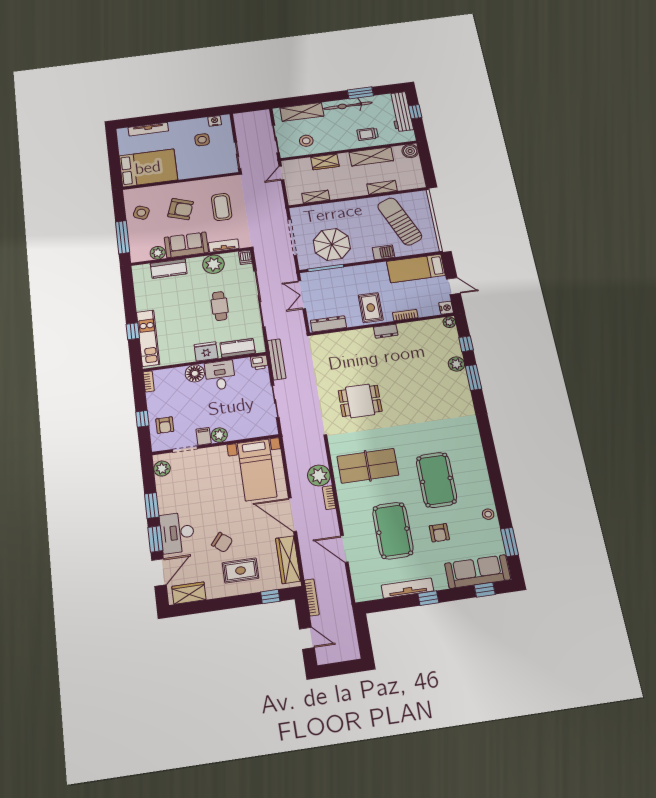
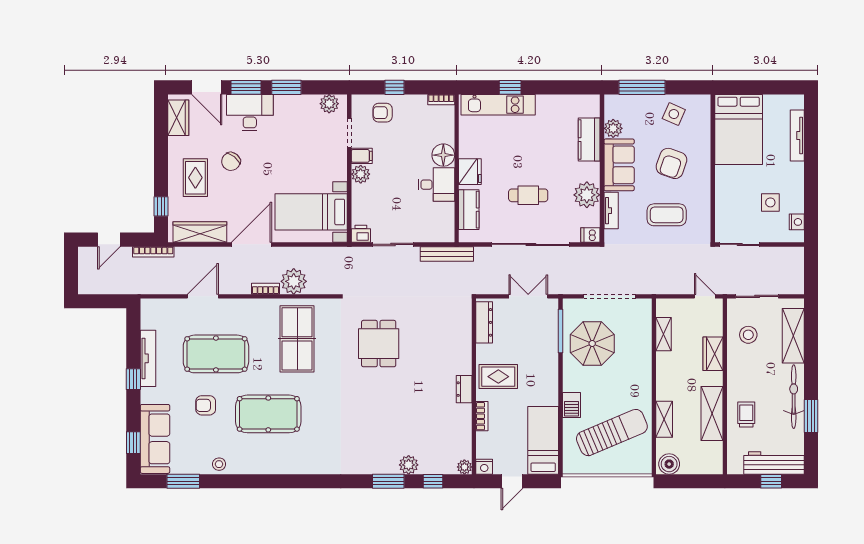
boiler: (410, 151) -> (669, 464), moved
printer: (259, 362) -> (361, 234), moved, turned 90

